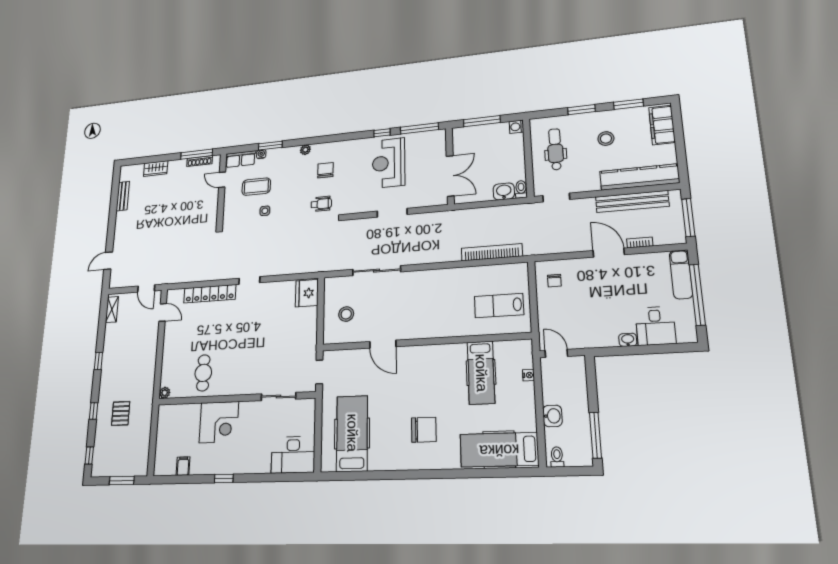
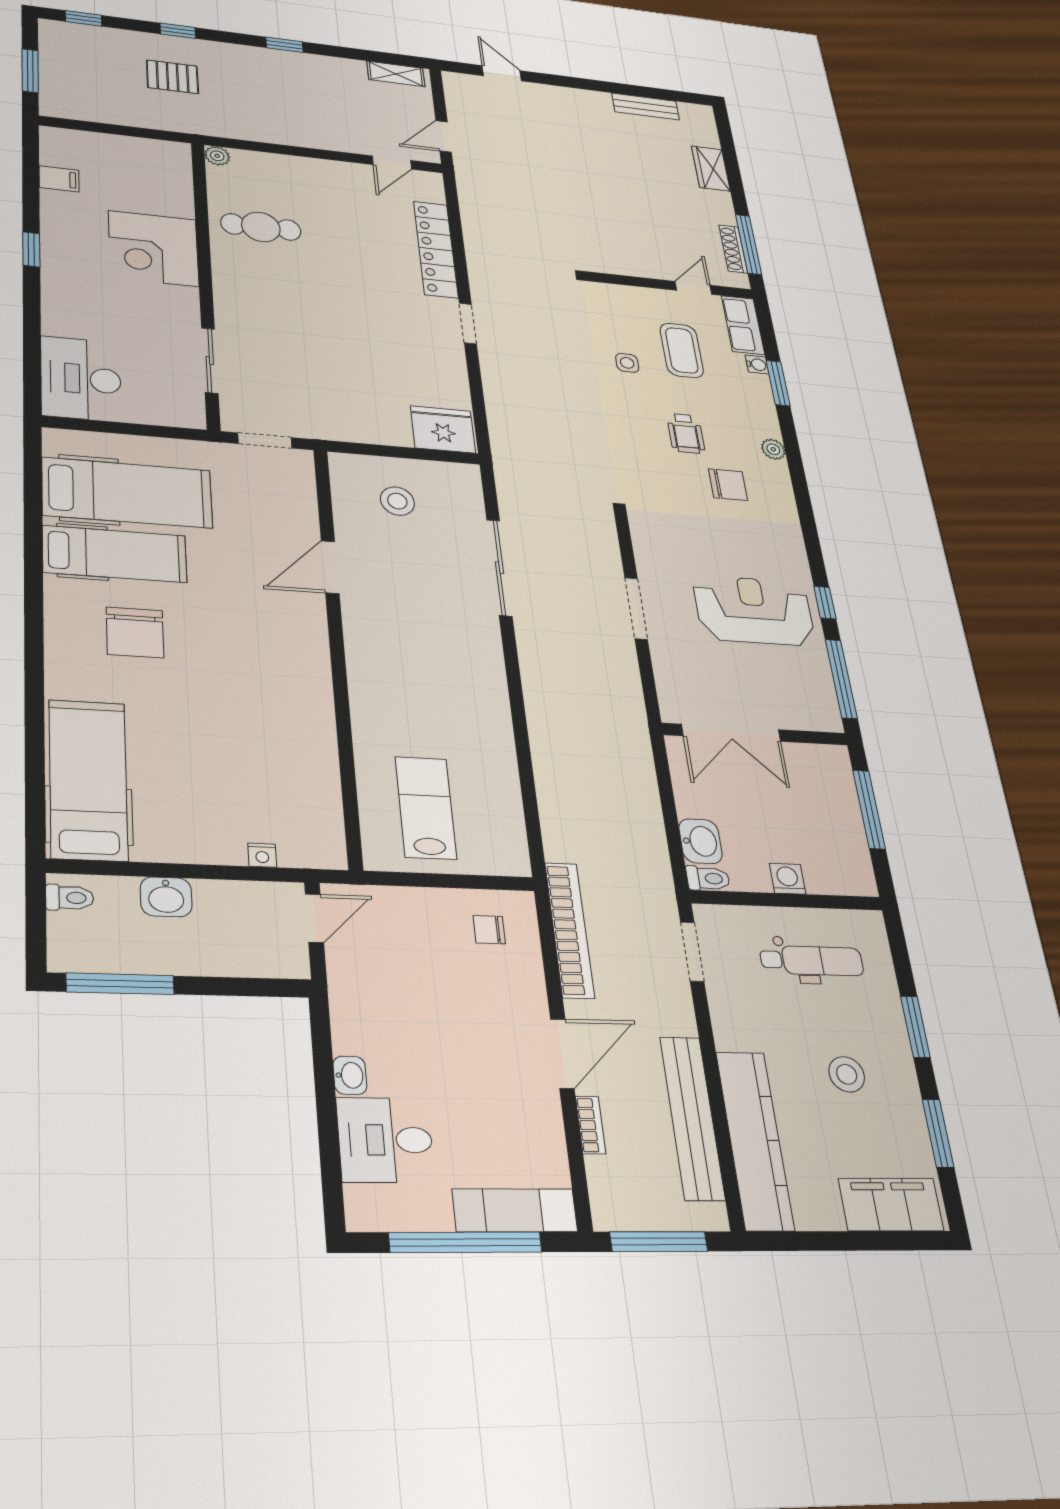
washing machine: (516, 127) -> (788, 879), moved
wheelchair: (321, 204) -> (686, 433), moved
bookcase: (492, 252) -> (569, 930), moved
hospital bed: (481, 373) -> (115, 554), moved, turned 180

